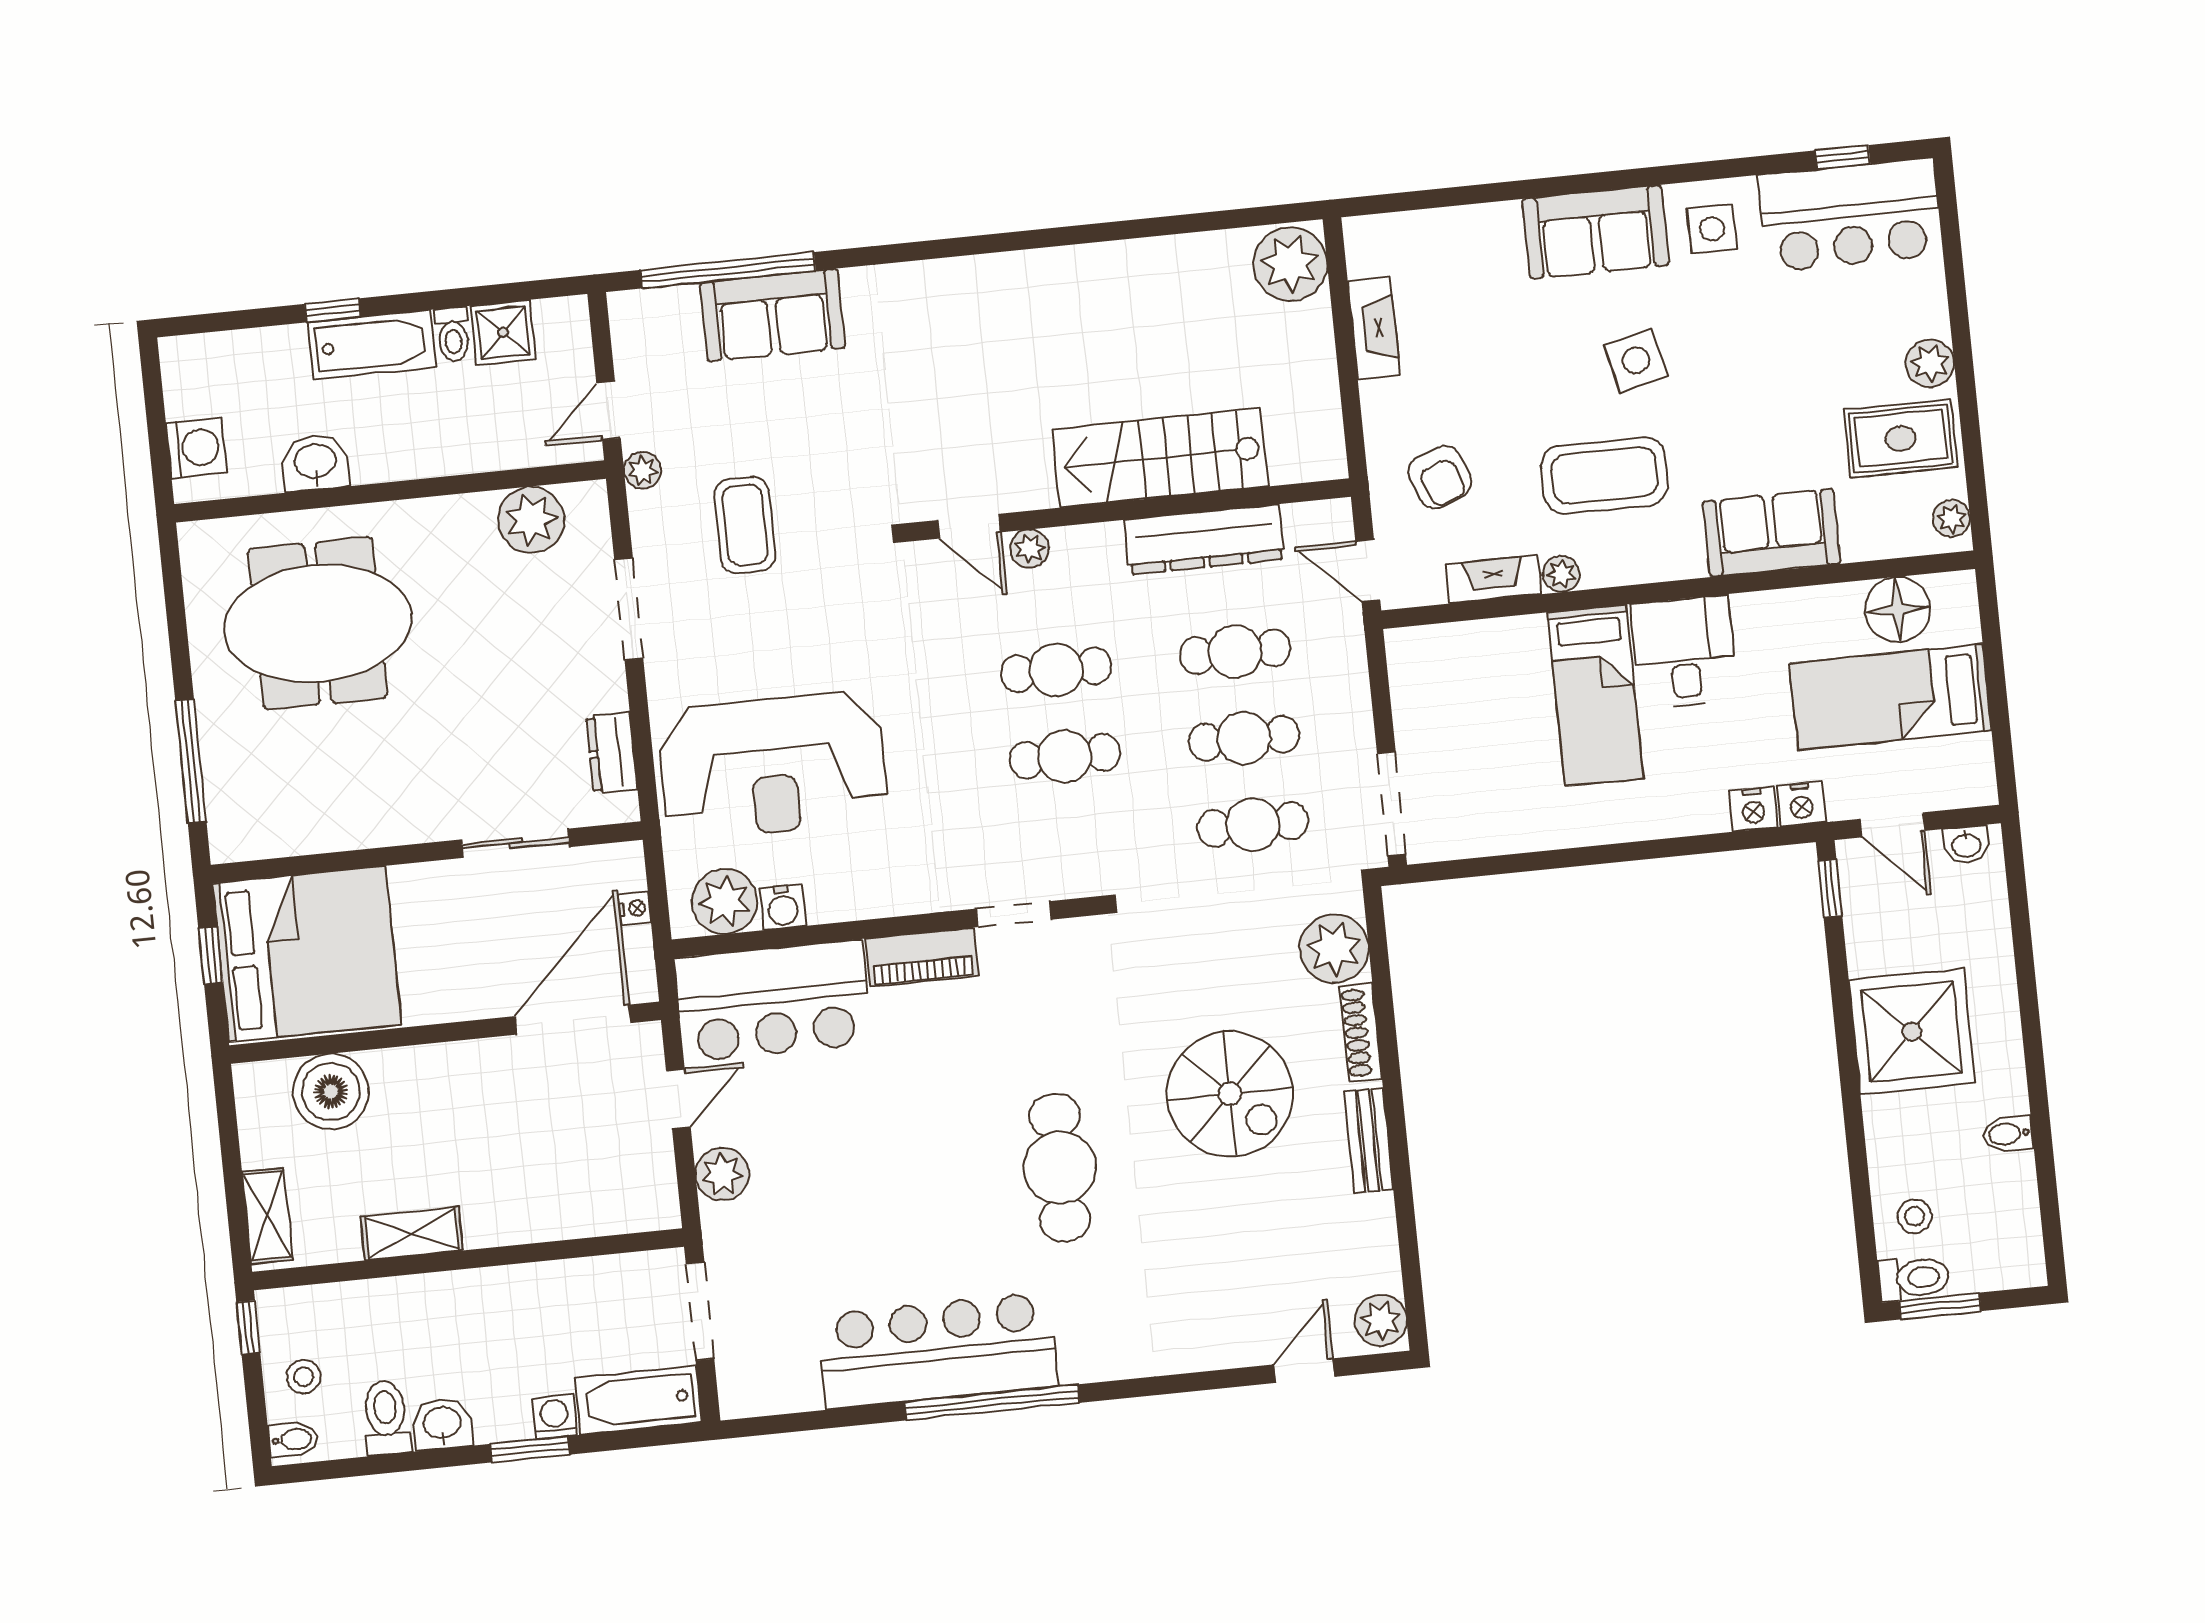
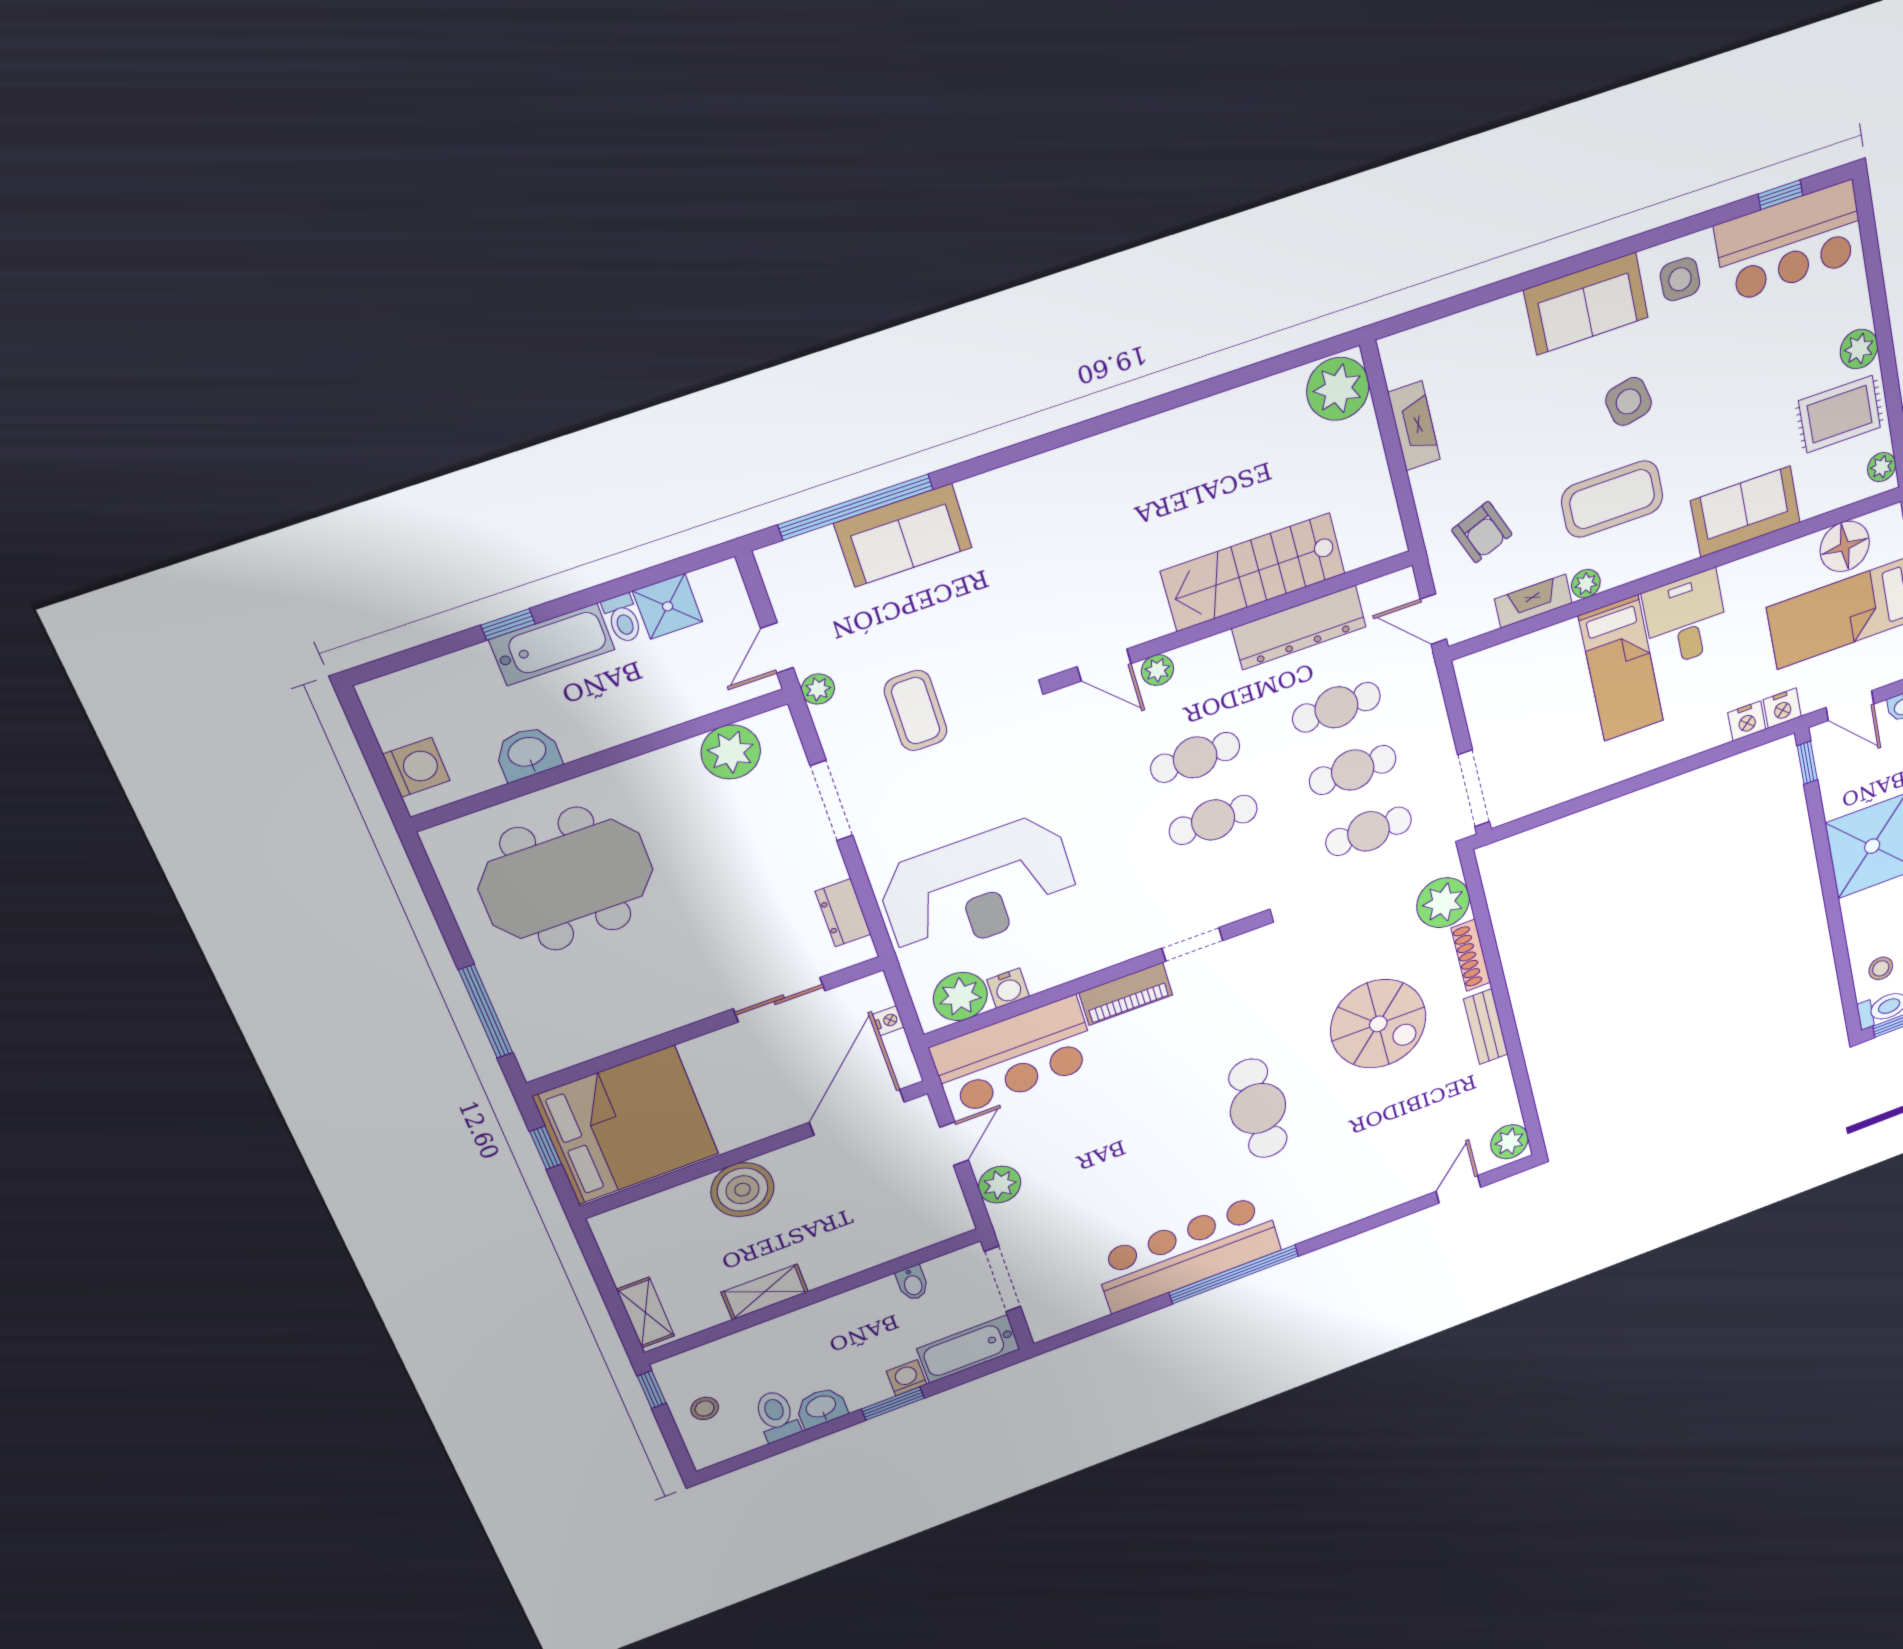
boiler: (331, 1092) -> (742, 1190), moved
bidet: (293, 1439) -> (912, 1283), moved, turned 90

